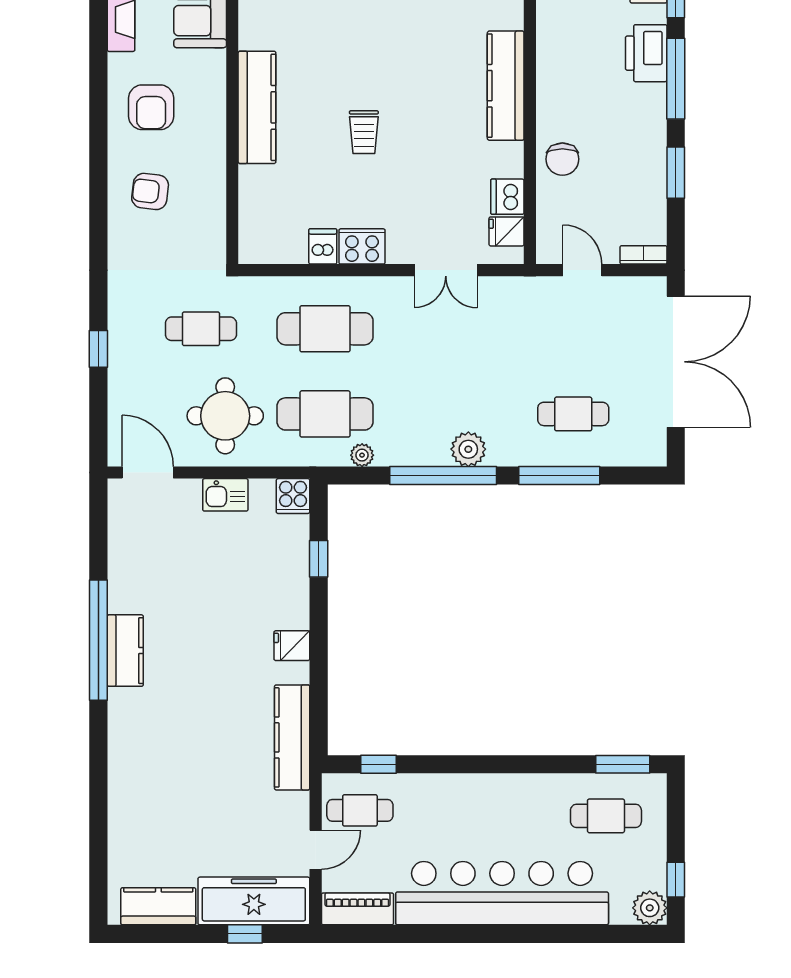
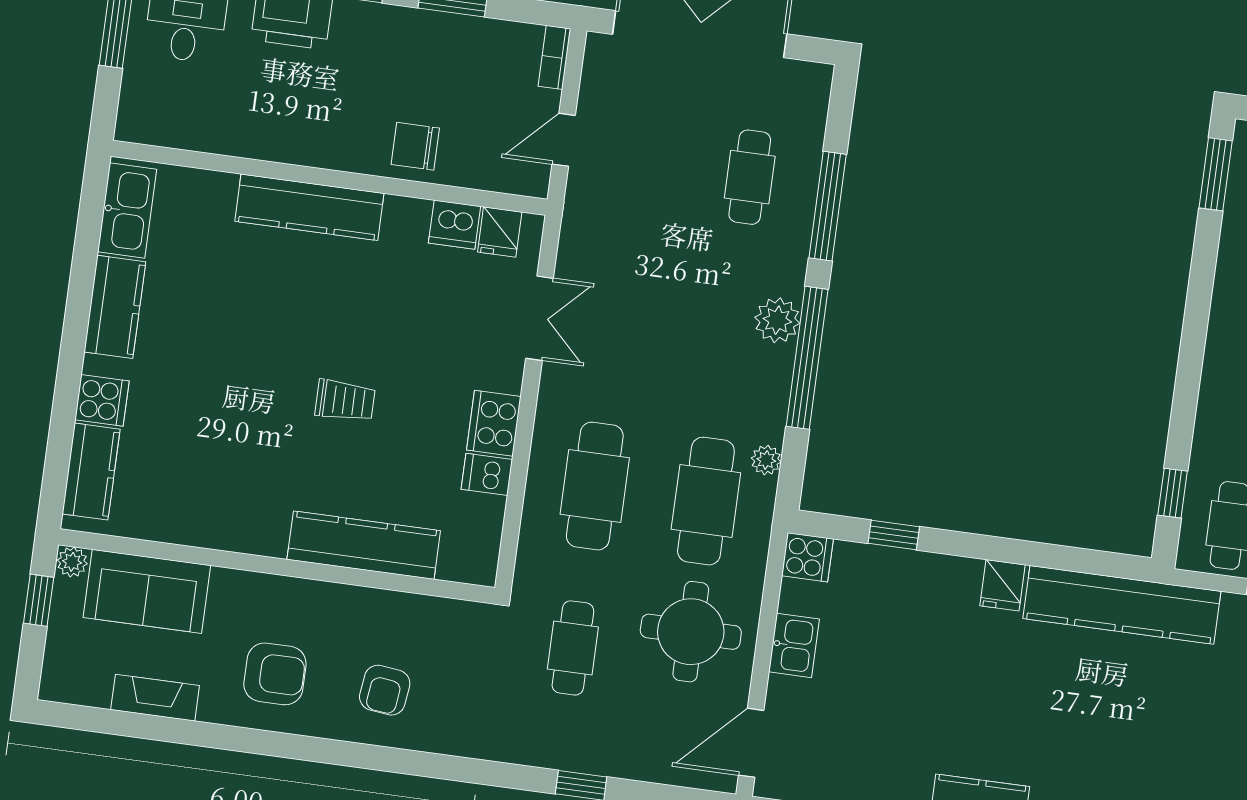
kitchen counter: (257, 107) -> (364, 545), moved
chair: (562, 159) -> (415, 146), turned 180
kitchen counter: (292, 737) -> (1122, 605), width x1.39, depth x1.17

